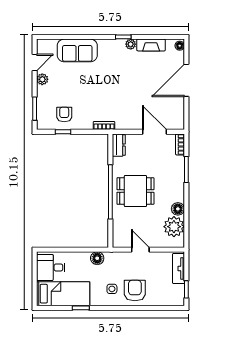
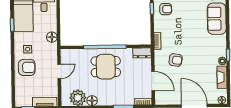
armchair: (128, 103) -> (176, 60), added
door: (155, 132) -> (153, 81), hinge flipped
dining table: (135, 191) -> (106, 67), turned 90

